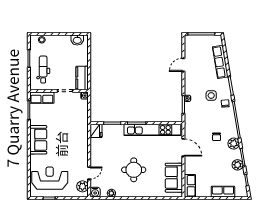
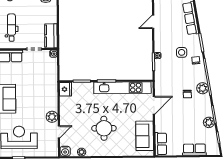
plant: (234, 144) -> (203, 88), moved
door: (183, 147) -> (154, 105), hinge flipped
plant: (82, 186) -> (52, 117), moved

